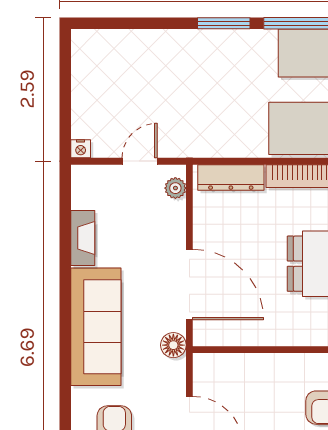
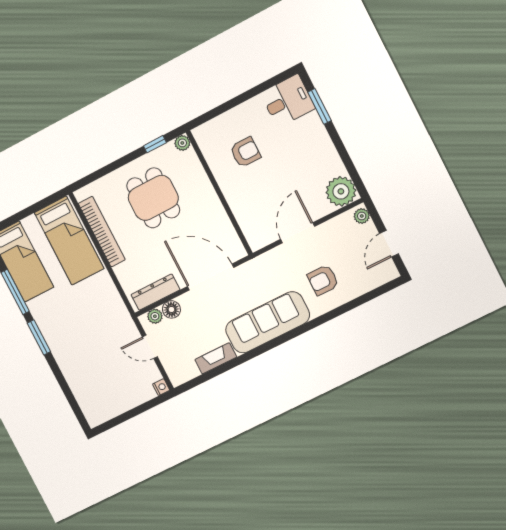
dresser: (231, 177) -> (155, 292), moved, turned -90
door: (189, 285) -> (211, 277), hinge flipped
floor lamp: (173, 345) -> (171, 309), moved

